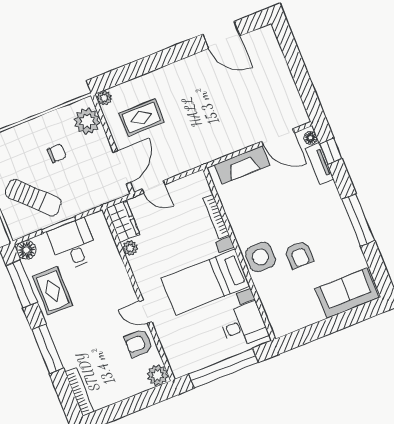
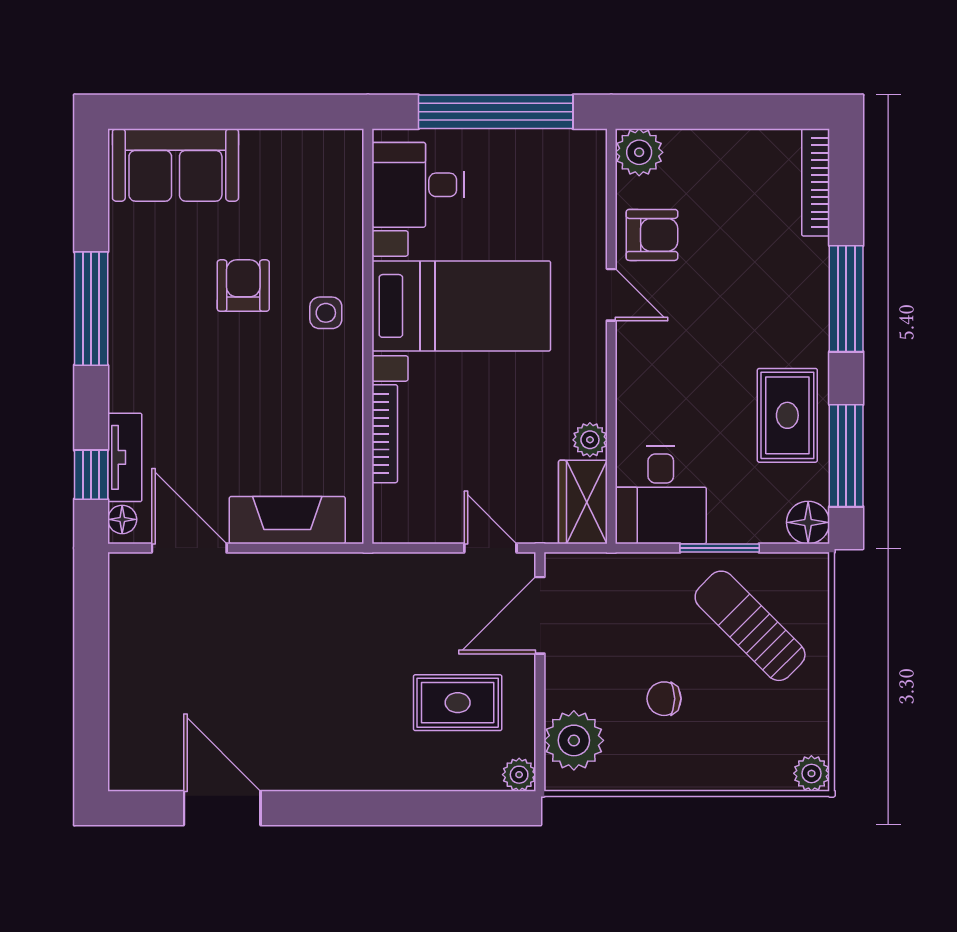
desk: (73, 244) -> (661, 495), moved
side table: (260, 257) -> (326, 313), width x0.54, depth x0.54

